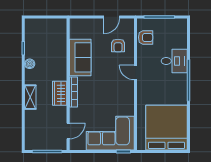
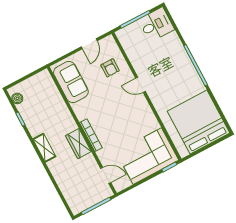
armchair: (146, 37) -> (132, 46), removed
sofa: (80, 57) -> (71, 82), moved
desk: (174, 61) -> (156, 25), moved
boiler: (30, 64) -> (17, 98), moved
shelving: (30, 97) -> (44, 148), moved
door: (68, 131) -> (106, 175), hinge flipped

